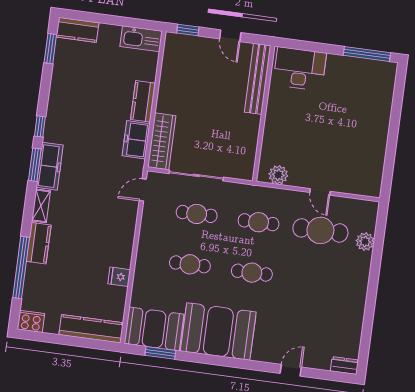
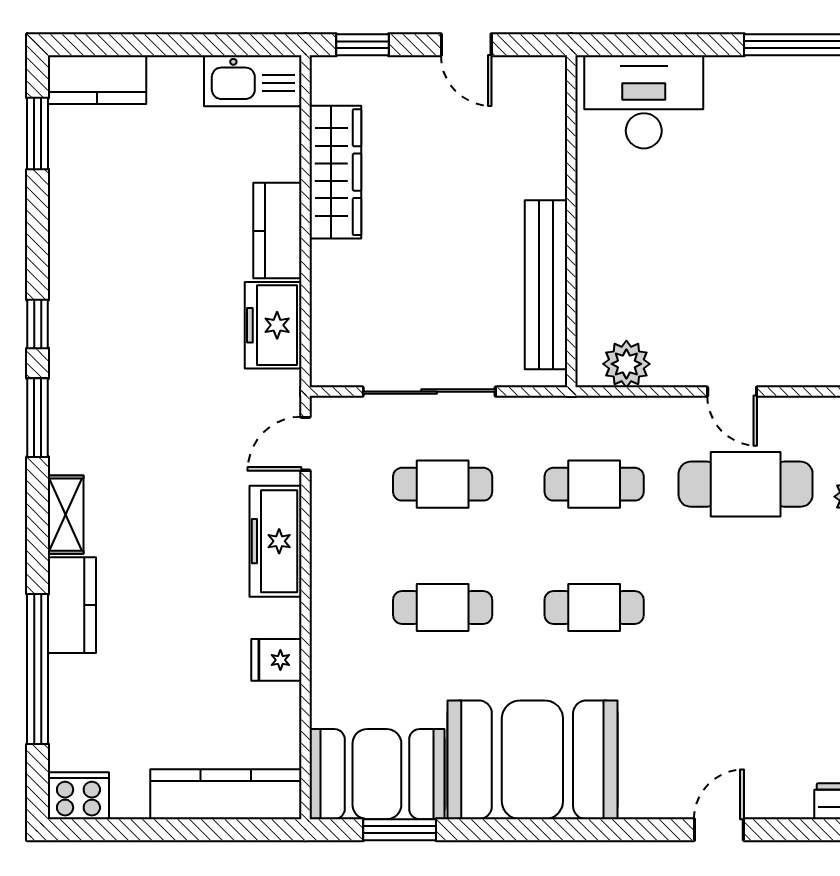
bench: (258, 79) -> (546, 285), moved
wardrobe: (162, 141) -> (335, 172), moved
freezer: (50, 166) -> (276, 541), moved, turned 180

